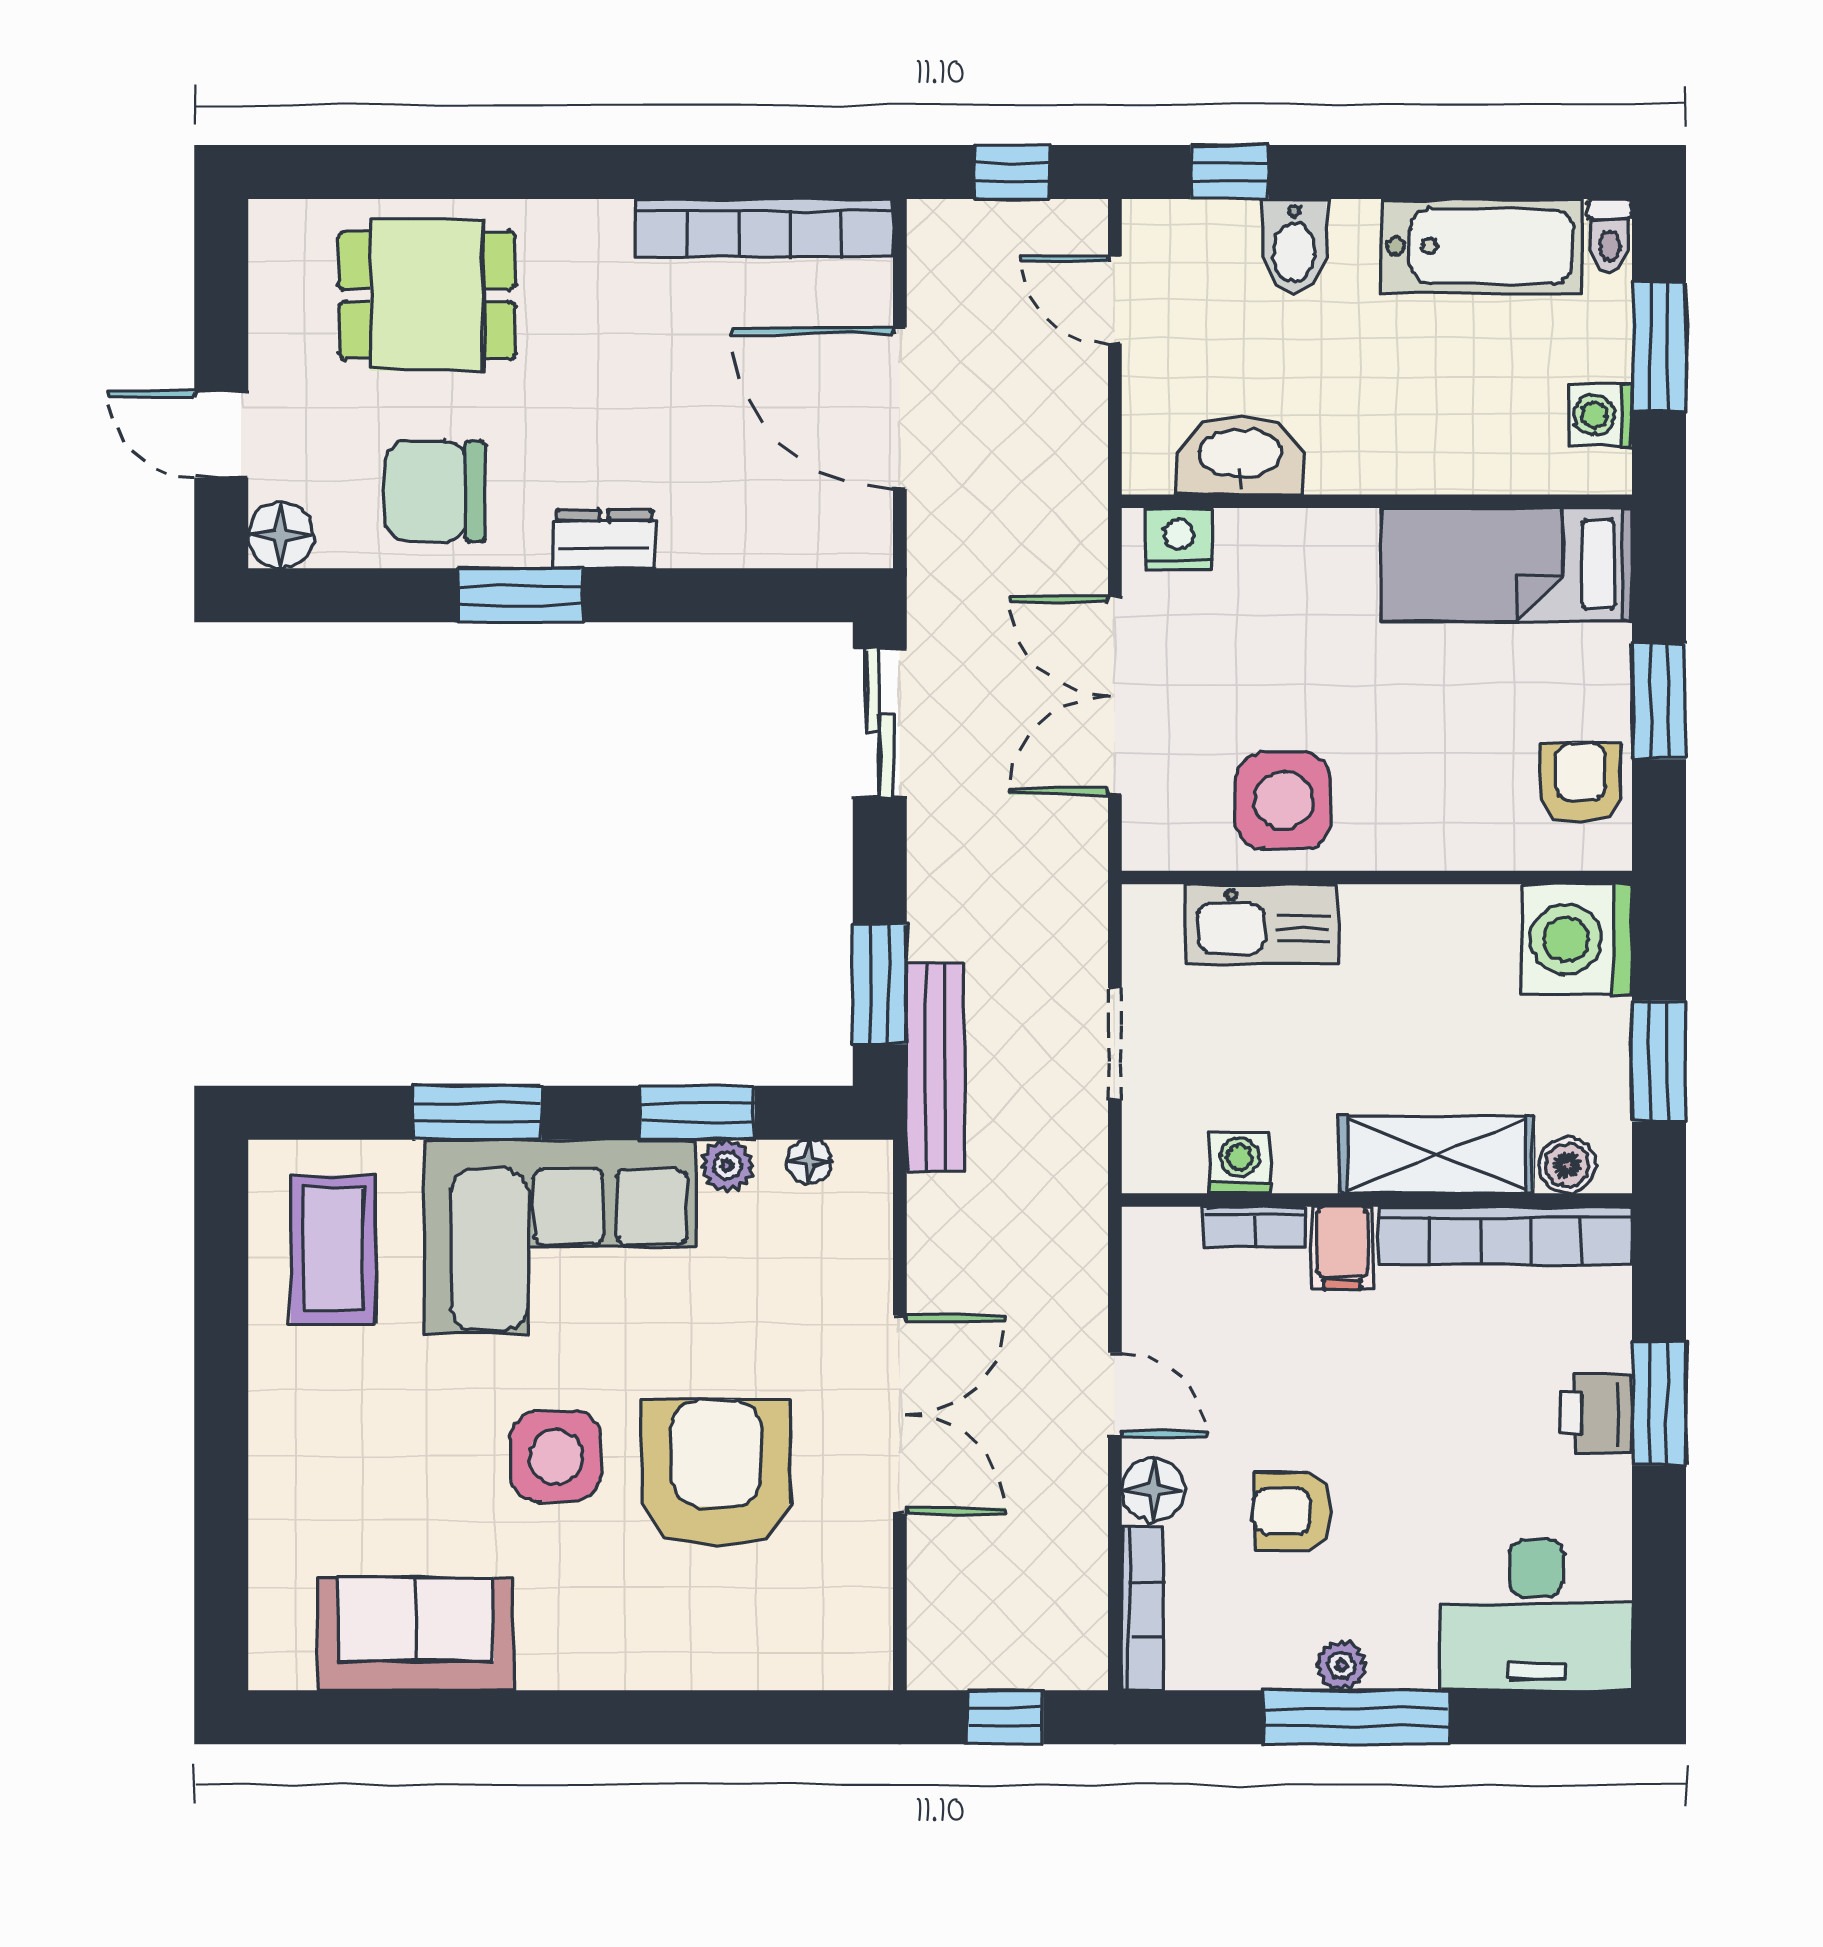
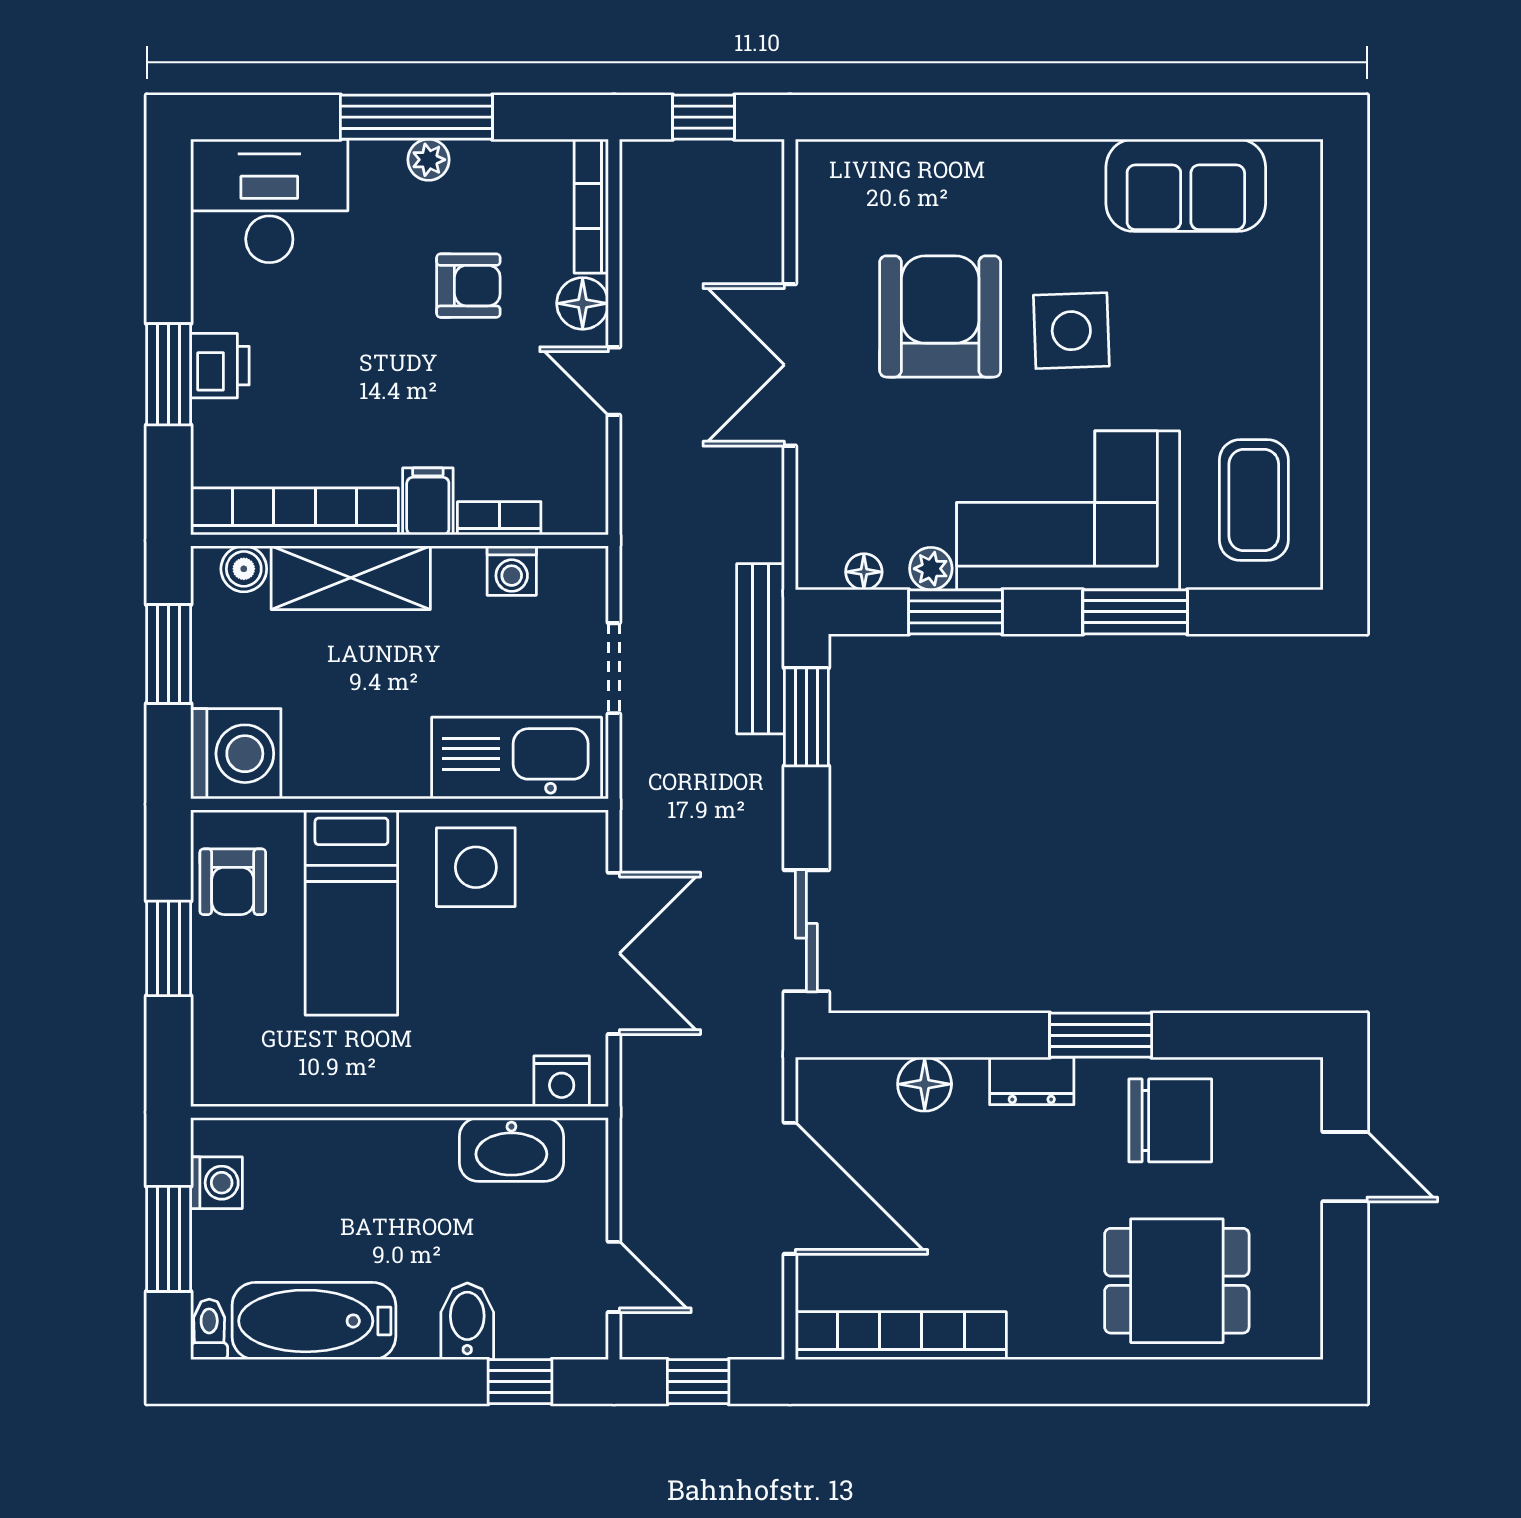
floor lamp: (281, 535) -> (925, 1084), moved
bed: (1507, 564) -> (351, 913), moved, turned 90
kitchen sink: (1262, 924) -> (517, 758), width x1.36, depth x1.24
armchair: (716, 1474) -> (940, 316), turned 180

